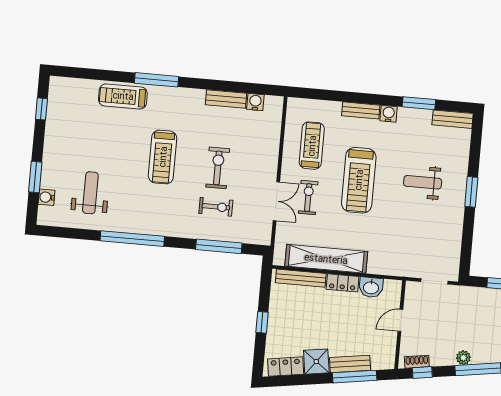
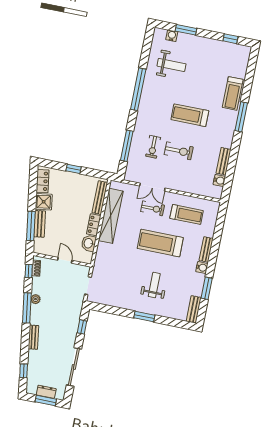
treadmill: (123, 96) -> (233, 93), turned 180

